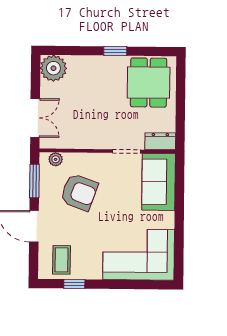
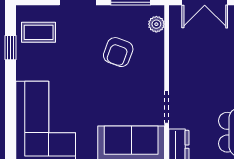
armchair: (79, 192) -> (118, 52), width x0.72, depth x0.72

